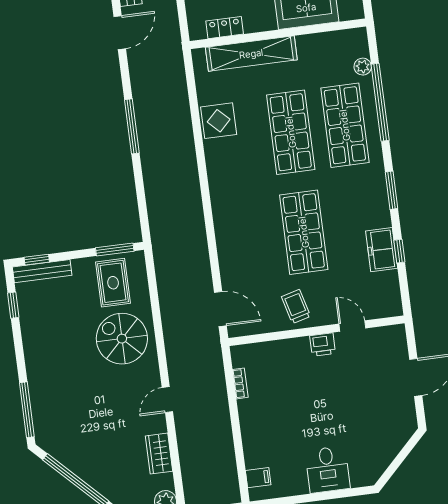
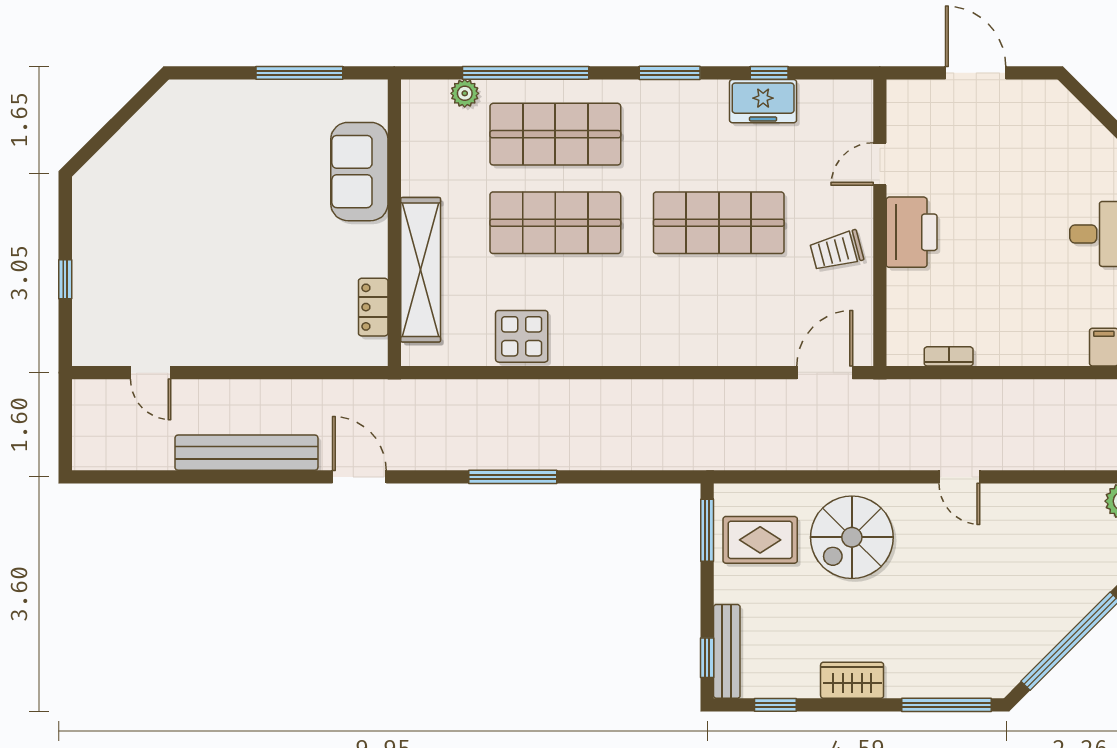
printer: (323, 345) -> (912, 232), width x1.87, depth x1.48
wardrobe: (159, 454) -> (852, 680), moved, turned 180

